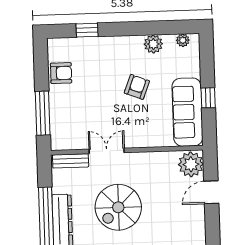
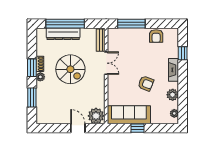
fireplace: (114, 44) -> (173, 70), added
spiral stairs: (118, 207) -> (70, 69), turned 180

